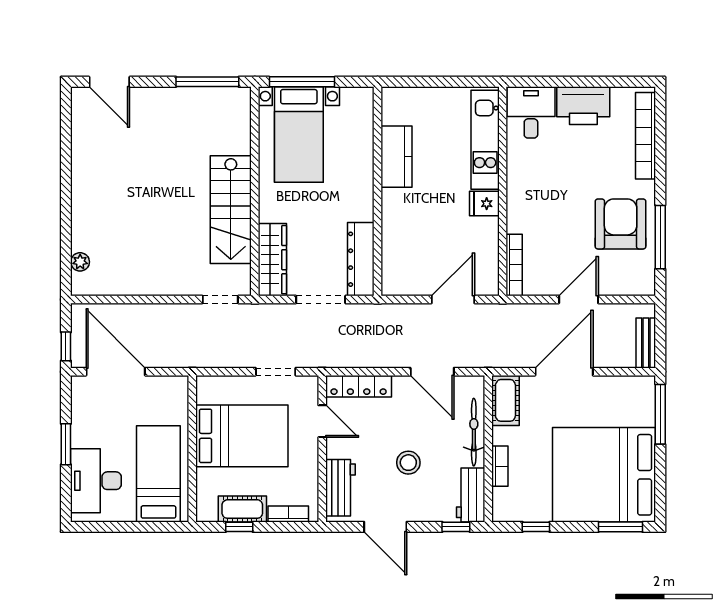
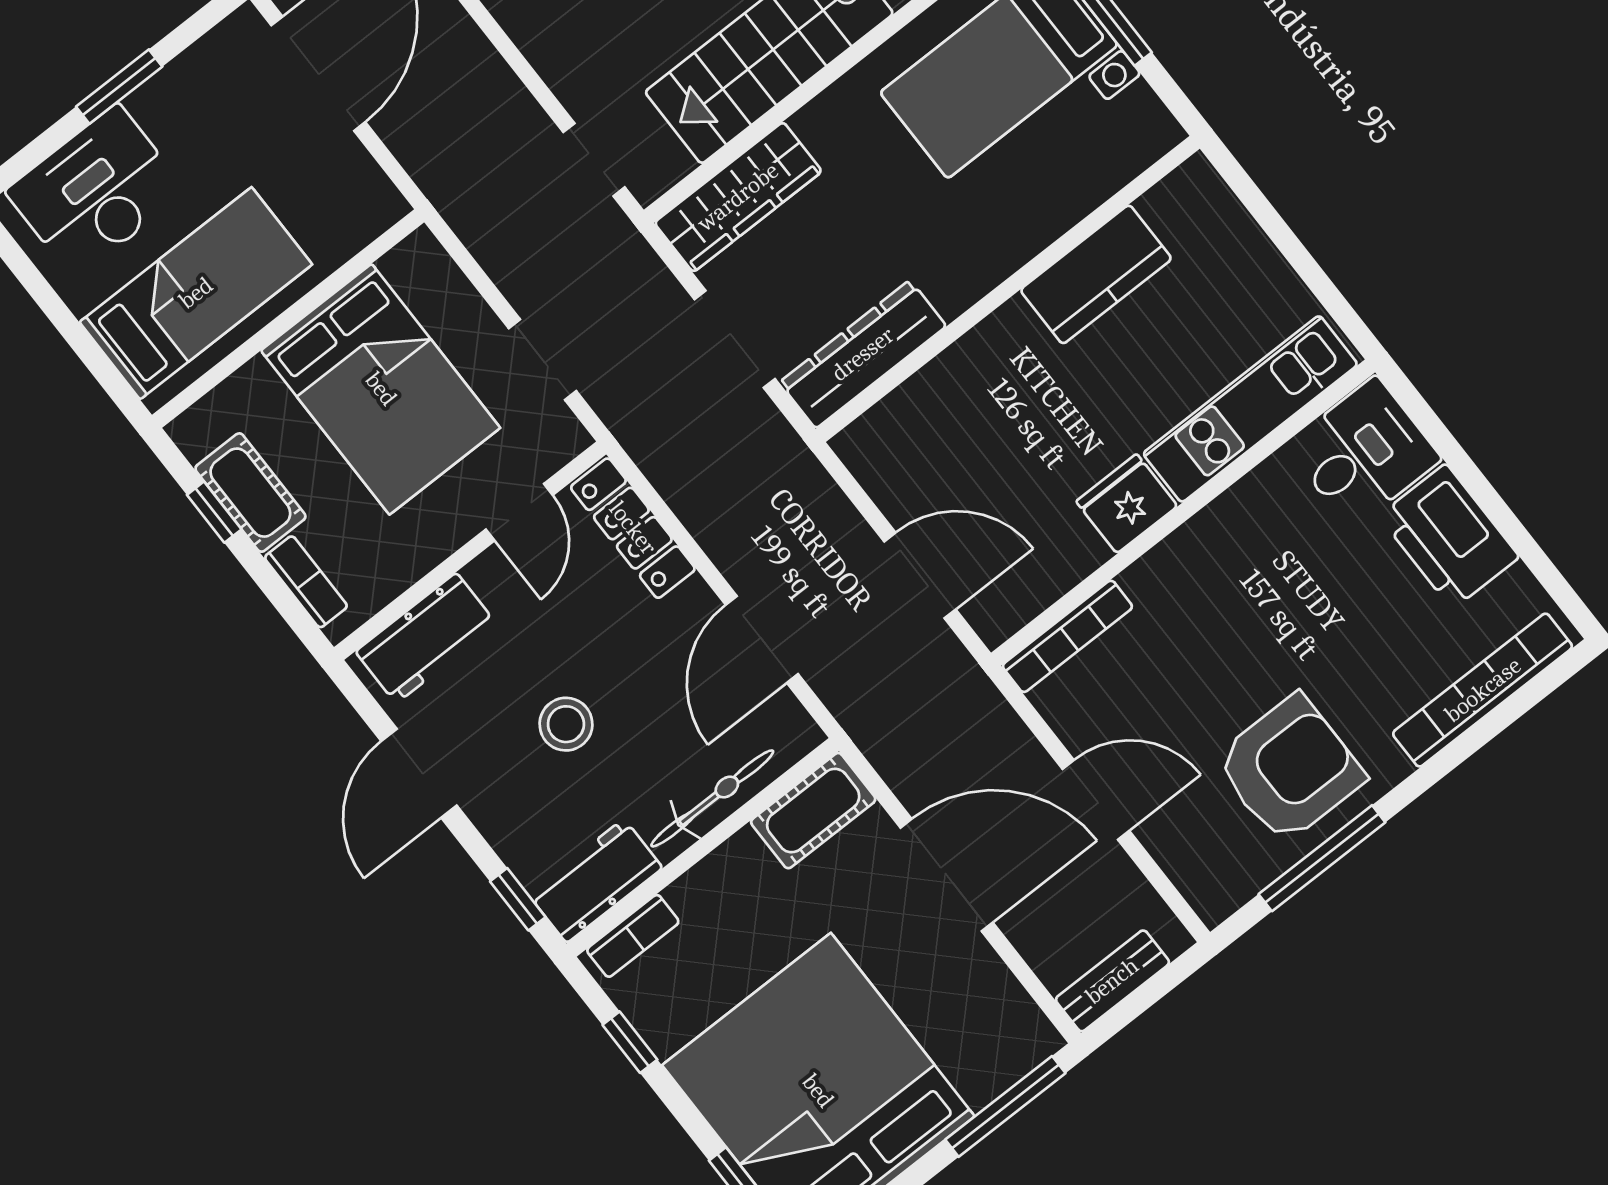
fridge: (484, 204) -> (1127, 504), width x1.38
bookcase: (500, 466) -> (633, 936), moved

